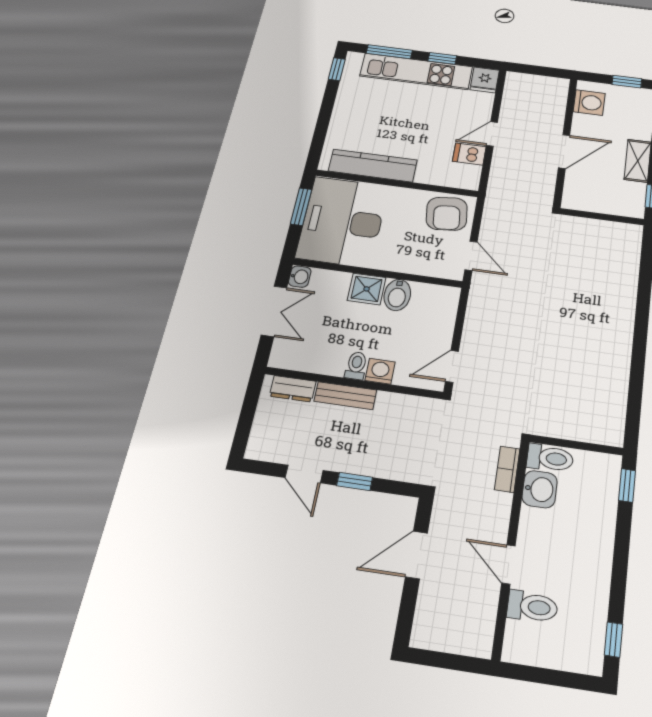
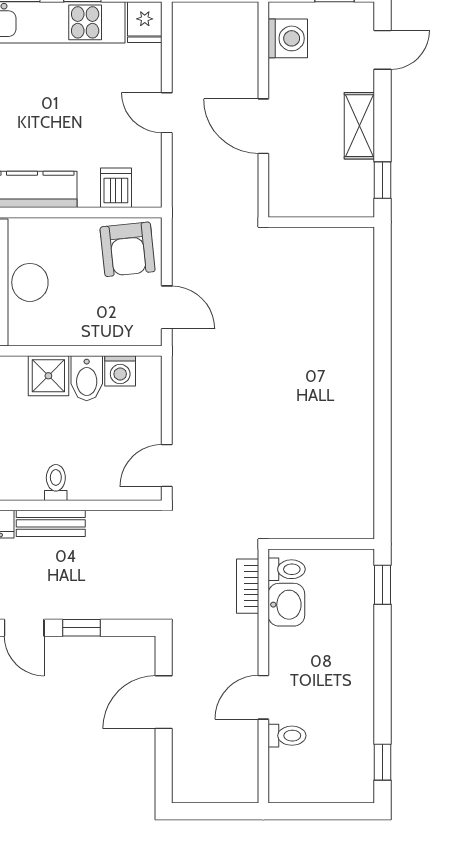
door: (492, 134) -> (167, 113), hinge flipped
door: (564, 151) -> (263, 126), swing flipped
dishwasher: (469, 154) -> (116, 188), moved, turned 90
washing machine: (380, 371) -> (120, 371), moved, turned 180
toilet: (550, 458) -> (287, 569), width x0.73, depth x0.72
door: (509, 564) -> (263, 697), hinge flipped
toilet: (532, 607) -> (287, 736), width x0.73, depth x0.72

